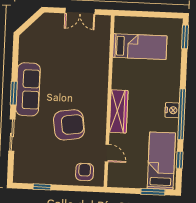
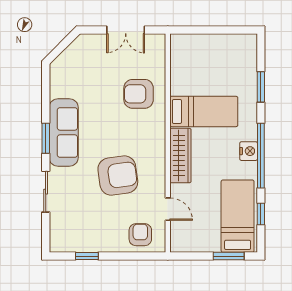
window: (185, 37) -> (261, 87), moved
bed: (140, 47) -> (204, 111), moved
armchair: (88, 62) -> (139, 94), added

